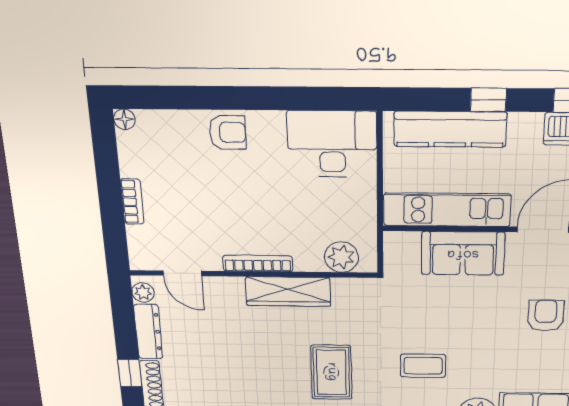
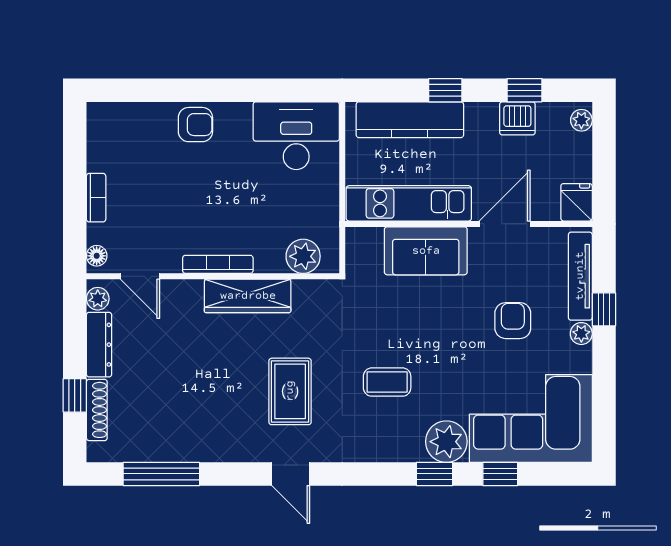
floor lamp: (124, 119) -> (97, 256), moved

